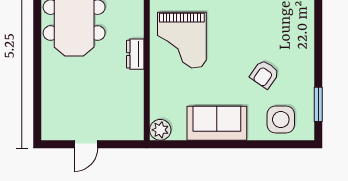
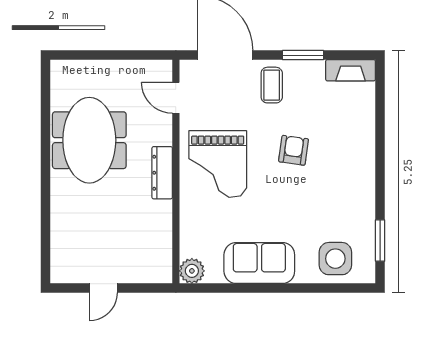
dresser: (135, 54) -> (162, 173), width x1.44
armchair: (265, 74) -> (294, 150), moved, turned 153

